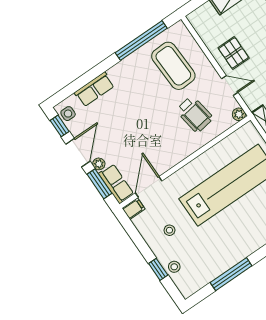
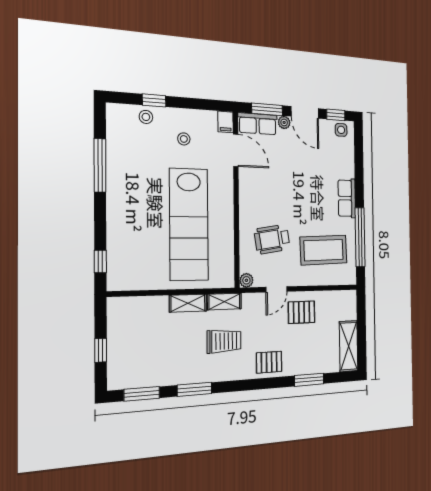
row of seats: (94, 89) -> (347, 198), moved

